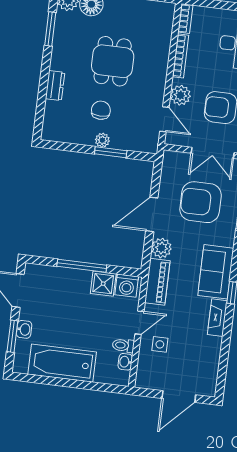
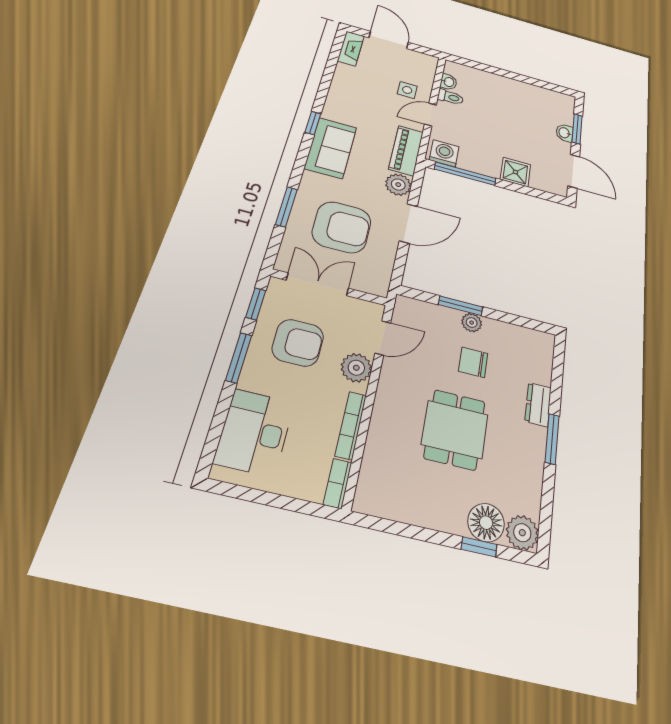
window: (50, 29) -> (552, 439), moved
chair: (101, 110) -> (473, 362), turned 90
door: (164, 119) -> (383, 338), swing flipped
window: (82, 266) -> (465, 174), moved
shower: (103, 284) -> (515, 172), moved
fireplace: (217, 318) -> (351, 49), moved
bathtub: (62, 363) -> (520, 94), removed
door: (179, 397) -> (389, 40), hinge flipped

